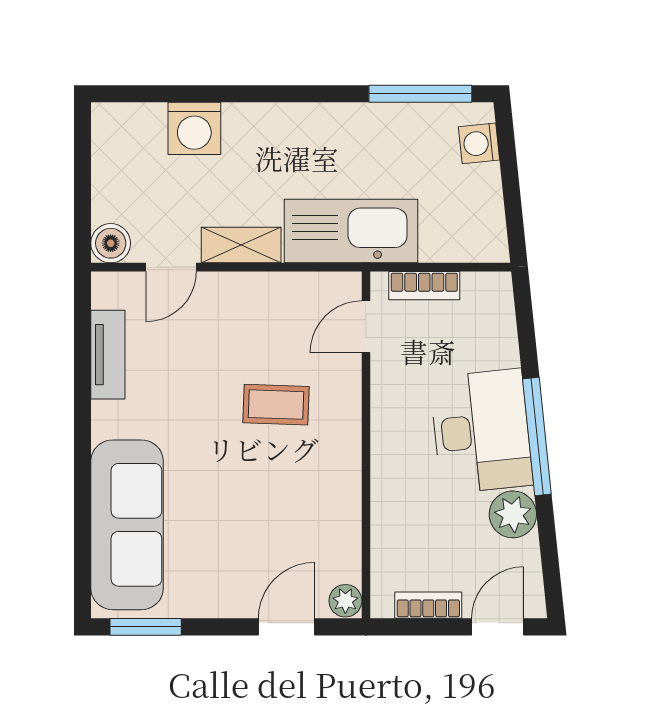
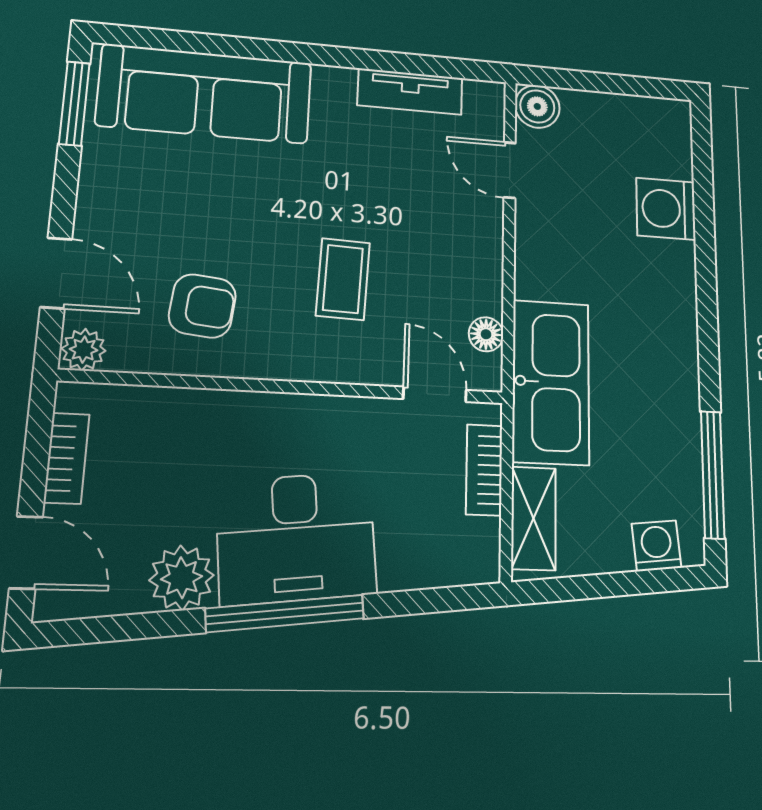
shelving: (241, 245) -> (534, 518), moved
floor lamp: (314, 286) -> (486, 334), added
armchair: (305, 514) -> (202, 306), added

